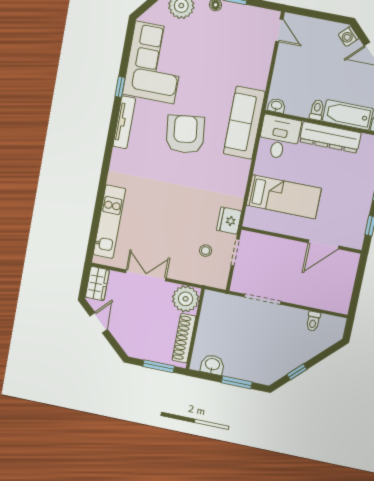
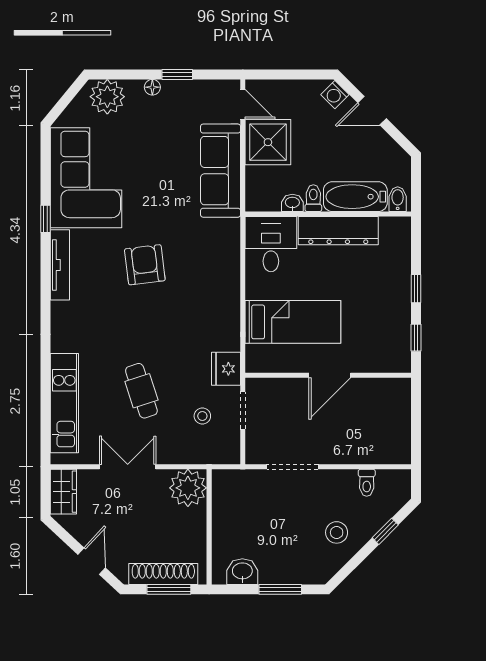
shower: (292, 62) -> (268, 142), added
washbasin: (277, 106) -> (292, 203), moved
sofa: (244, 123) -> (221, 171), moved
armchair: (185, 134) -> (145, 265), width x0.73, depth x0.73
cafe table: (166, 224) -> (141, 391), added
door: (324, 244) -> (330, 375), moved
door: (99, 323) -> (92, 561), moved
shoe rack: (184, 338) -> (163, 574), moved, turned 90
stool: (284, 351) -> (337, 532), added
window: (297, 372) -> (385, 531), moved

